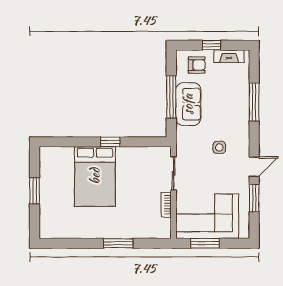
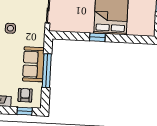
window: (211, 45) -> (25, 111), moved
armchair: (197, 65) -> (25, 95), turned 90

